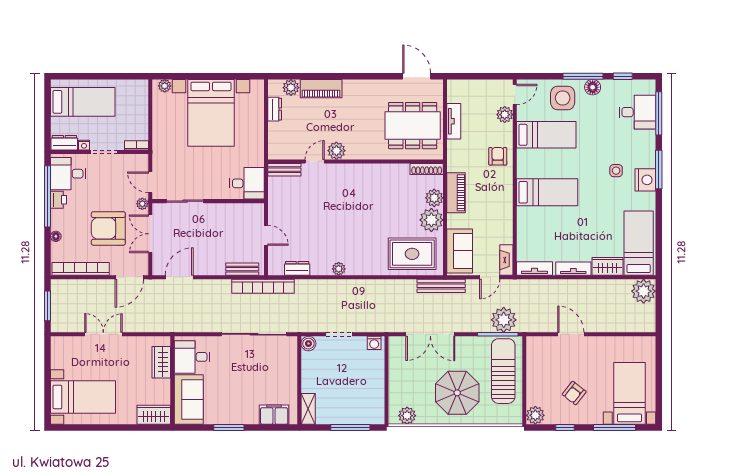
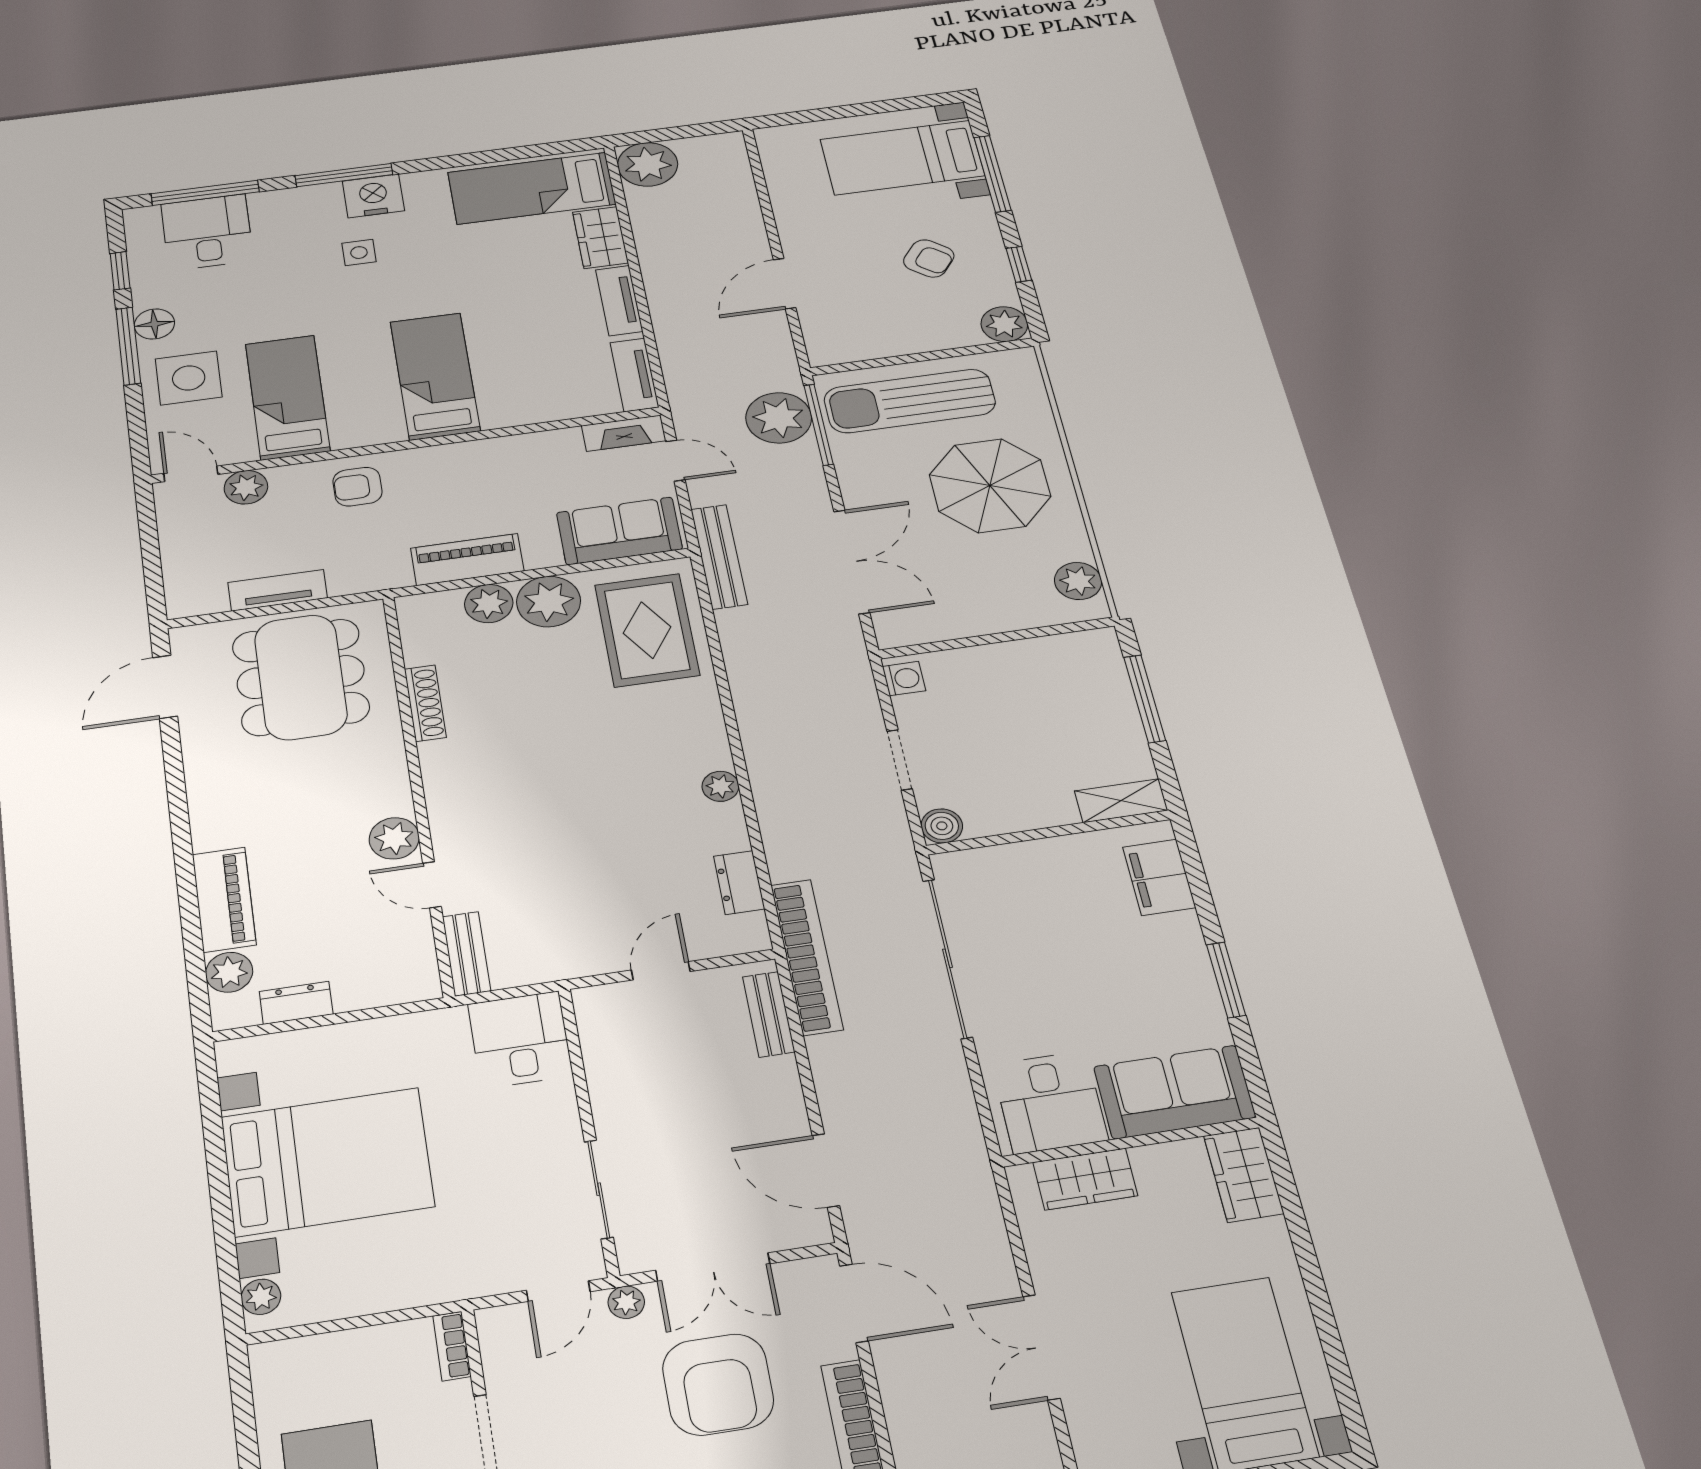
shoe rack: (427, 169) -> (425, 703), moved

